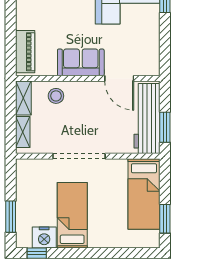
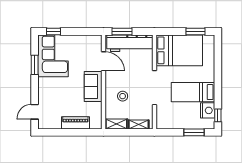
piano: (25, 52) -> (75, 123), moved
door: (119, 78) -> (104, 61), hinge flipped
stool: (56, 96) -> (123, 96), moved
window: (165, 127) -> (122, 31), moved
bed: (144, 194) -> (179, 50), width x1.50

